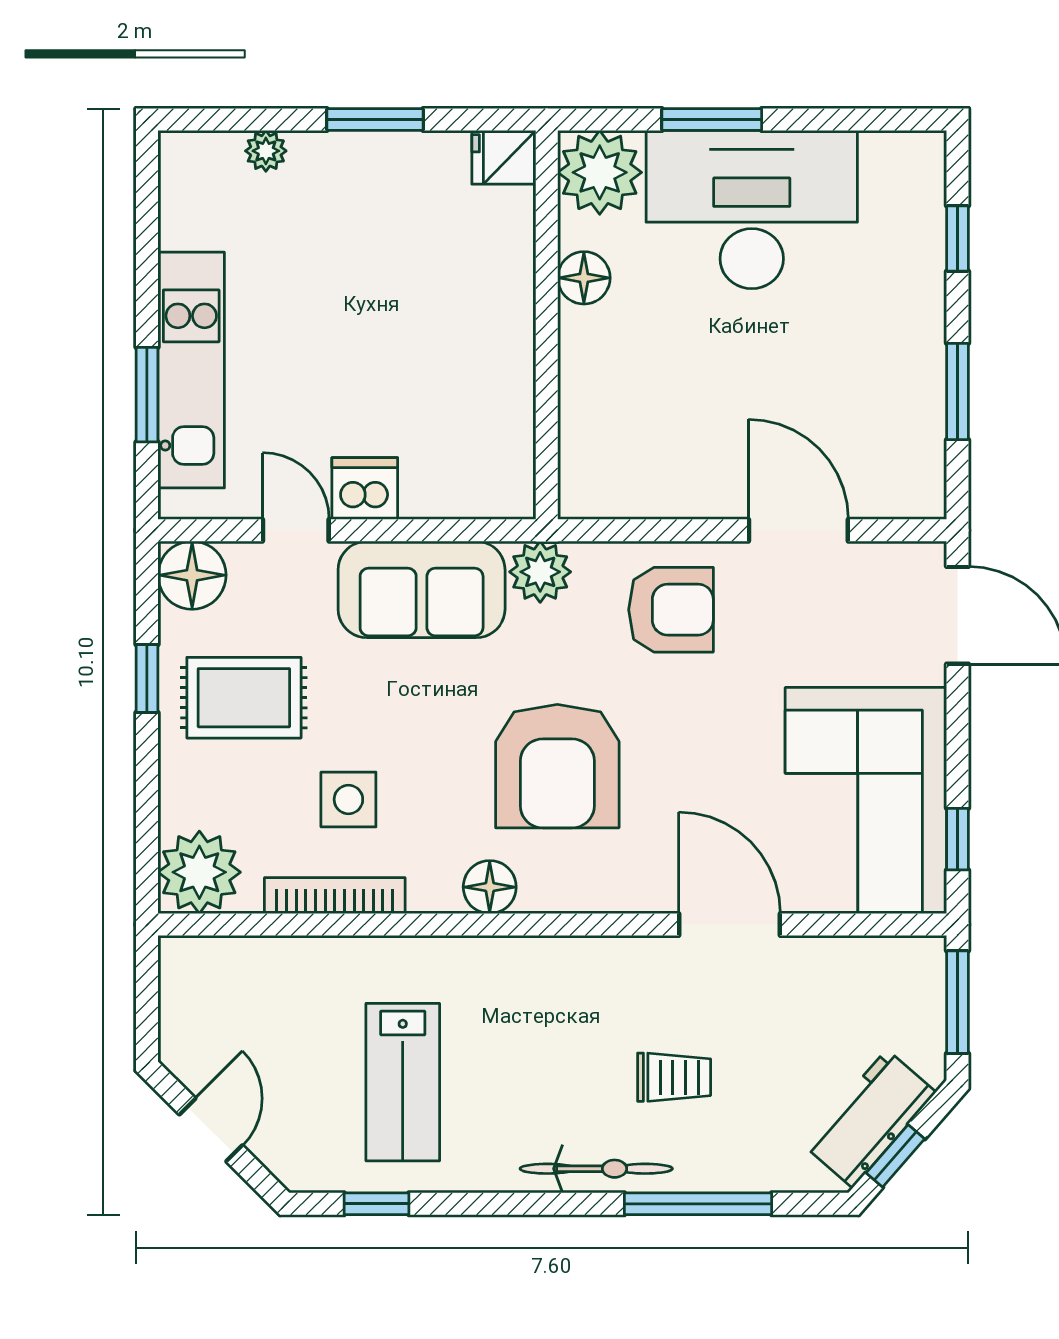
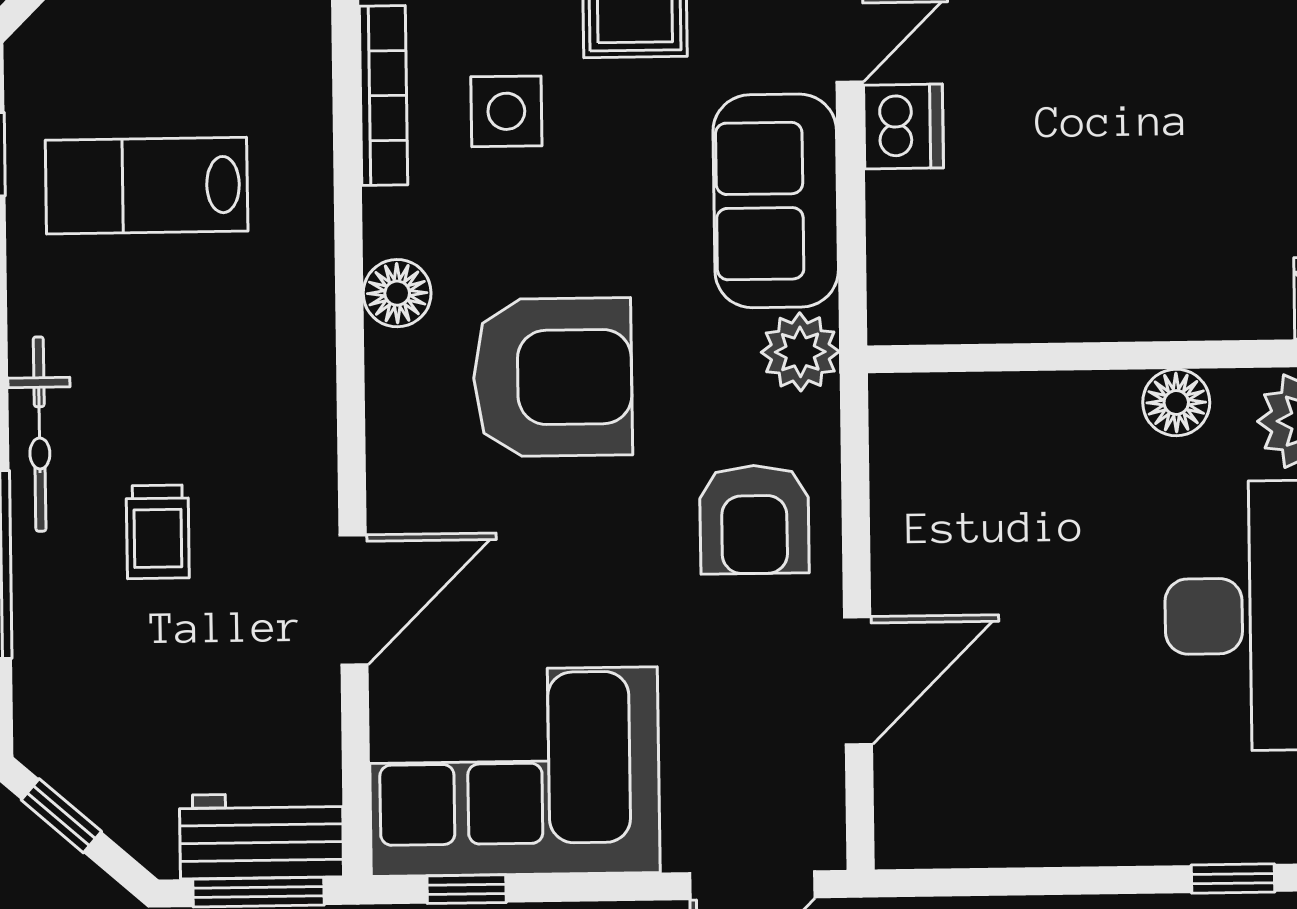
window: (957, 392) -> (1038, 881), removed
armchair: (557, 766) -> (553, 377), turned 180
workbench: (870, 1119) -> (262, 836), moved, turned -41

